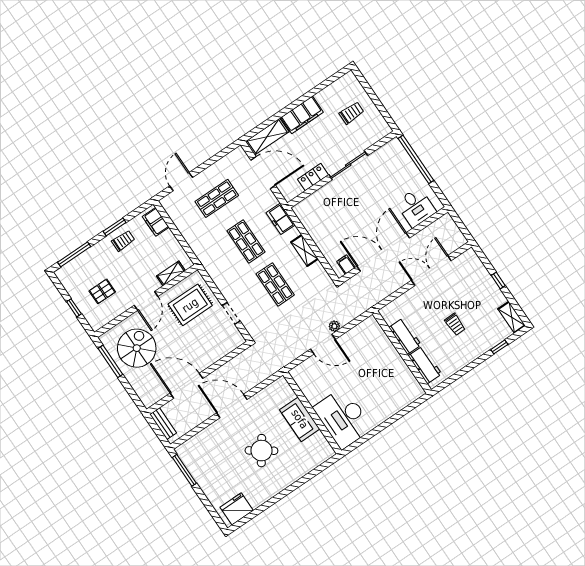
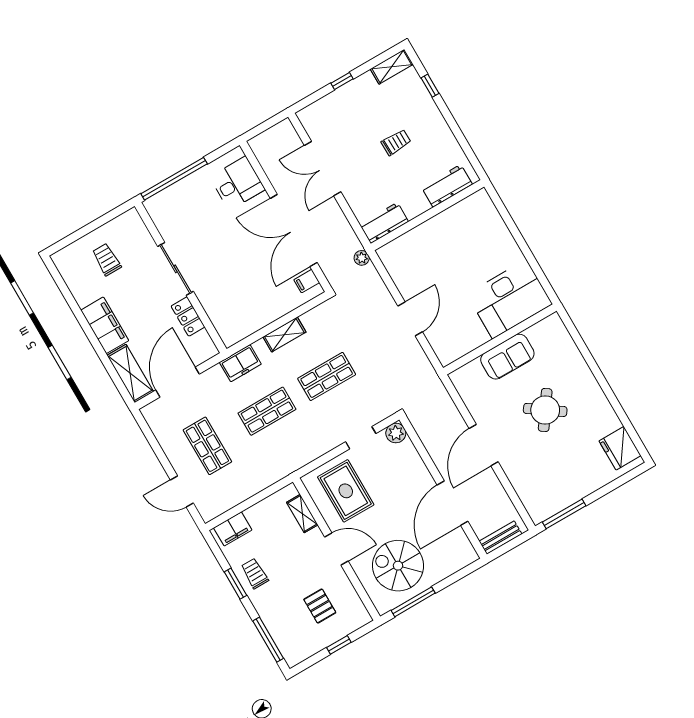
plant: (334, 326) -> (362, 258), moved
workbench: (405, 336) -> (384, 223), moved
plant: (236, 339) -> (396, 433), added

